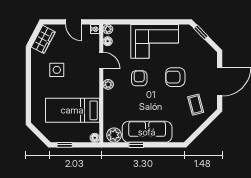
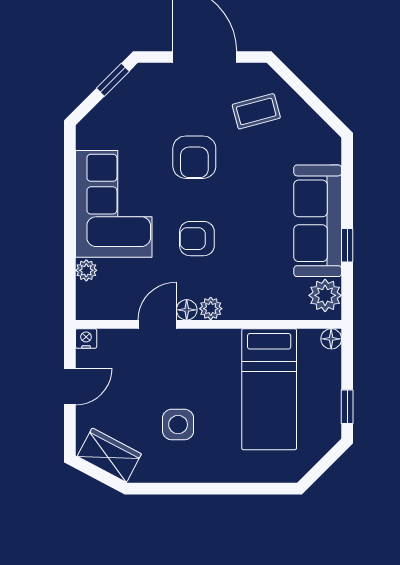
plant: (108, 29) -> (86, 270), moved
window: (201, 32) -> (113, 80), moved
floor lamp: (108, 41) -> (187, 310), moved

